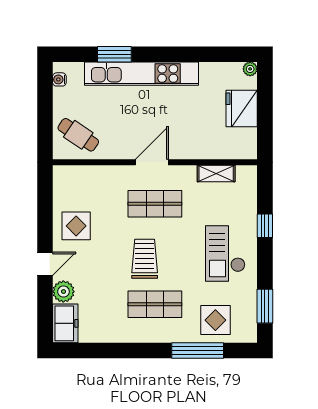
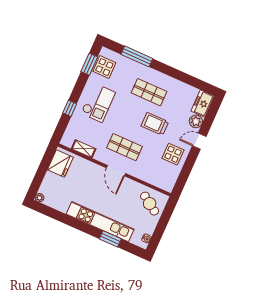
fridge: (242, 108) -> (60, 164), moved
door: (152, 162) -> (116, 171), hinge flipped
trolley: (145, 259) -> (155, 124), moved, turned 90
display table: (215, 320) -> (104, 67), moved

